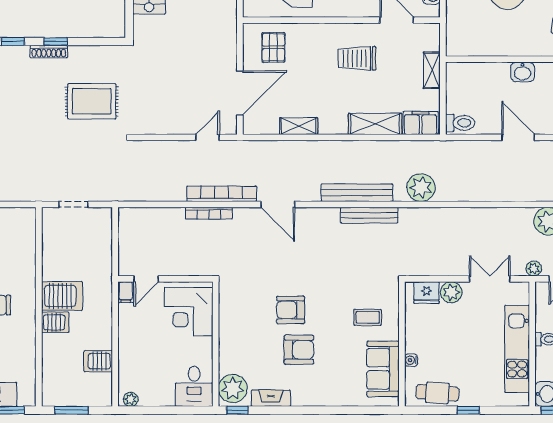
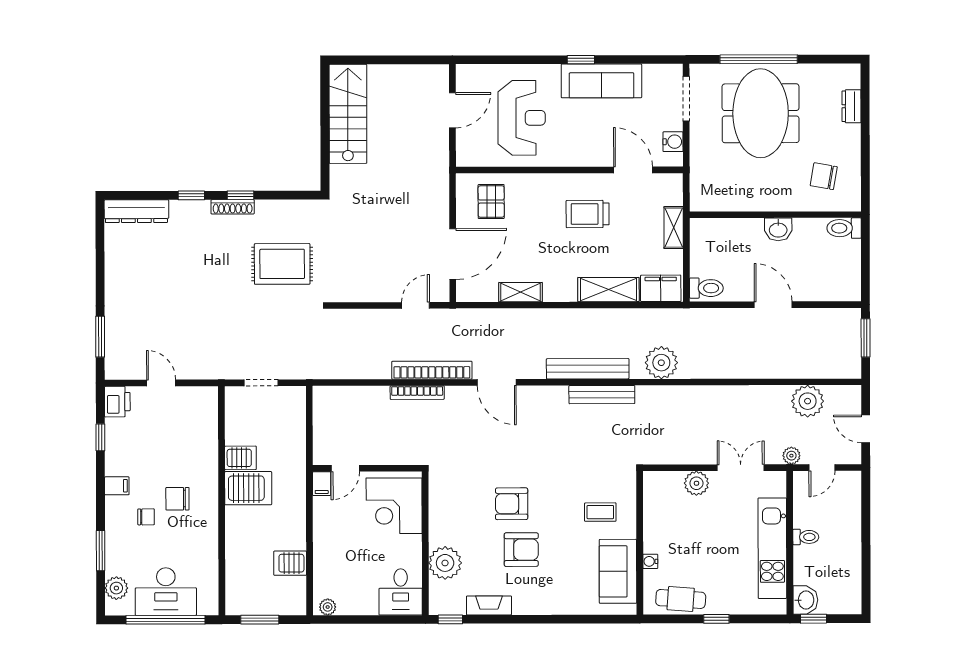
fridge: (426, 293) -> (668, 484), removed
server rack: (55, 322) -> (240, 458), moved
plant: (233, 388) -> (445, 563), moved

